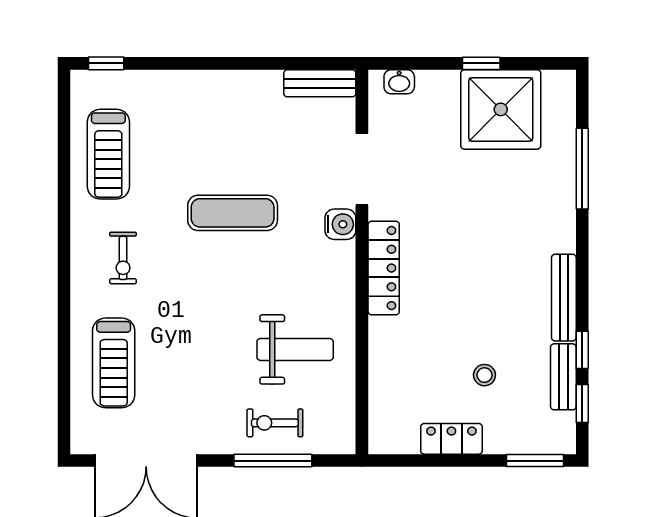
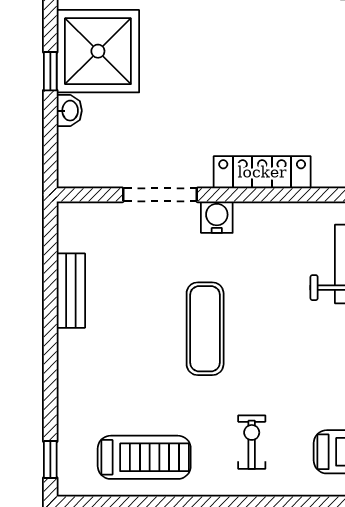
washbasin: (399, 82) -> (69, 111), moved
bench: (320, 83) -> (71, 291), moved
exercise bike: (123, 258) -> (252, 442), turned -90

